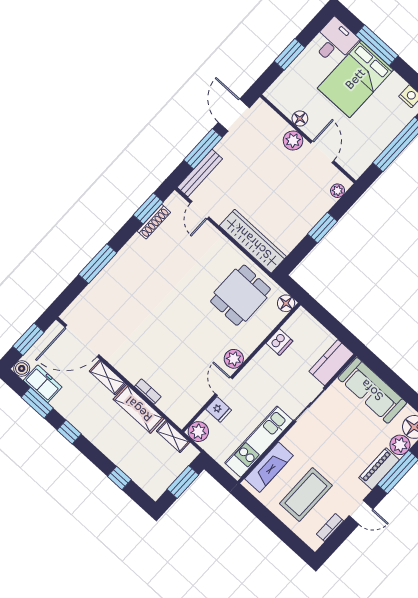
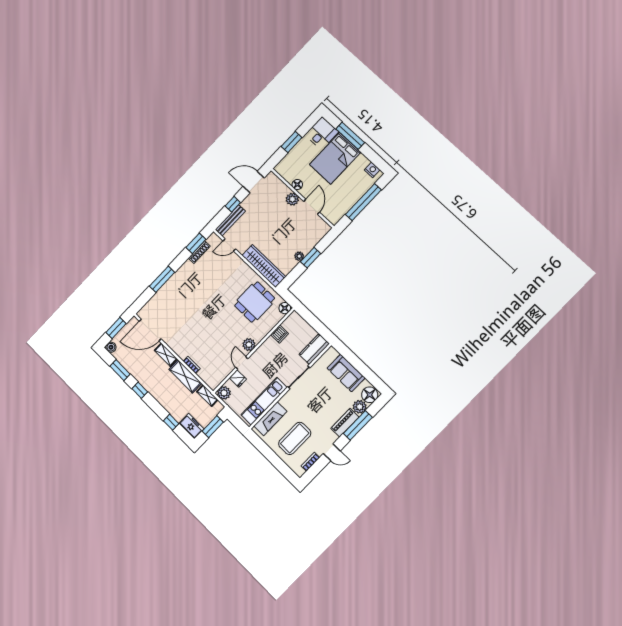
door: (234, 115) -> (254, 182), hinge flipped
window: (203, 149) -> (233, 204), width x0.46
plant: (338, 191) -> (299, 256), moved
door: (200, 210) -> (229, 245), hinge flipped
freezer: (43, 384) -> (191, 426), moved
sofa: (372, 390) -> (346, 373), width x0.73

